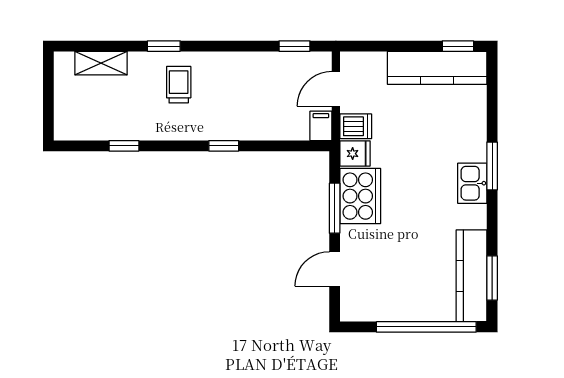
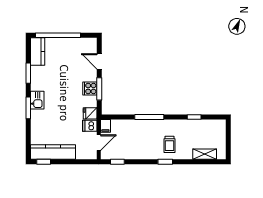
window: (164, 46) -> (165, 162), moved
window: (224, 146) -> (149, 117), width x2.17
cooker: (360, 196) -> (90, 88), width x0.53, depth x0.76
door: (335, 269) -> (99, 61), swing flipped
kitchen counter: (471, 276) -> (38, 51), width x0.67
window: (492, 278) -> (28, 73), moved

